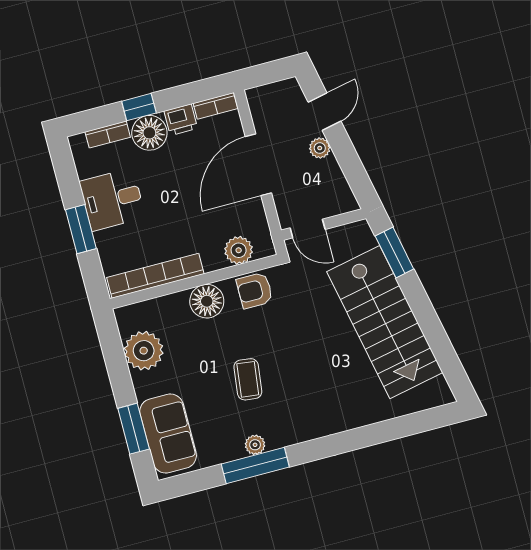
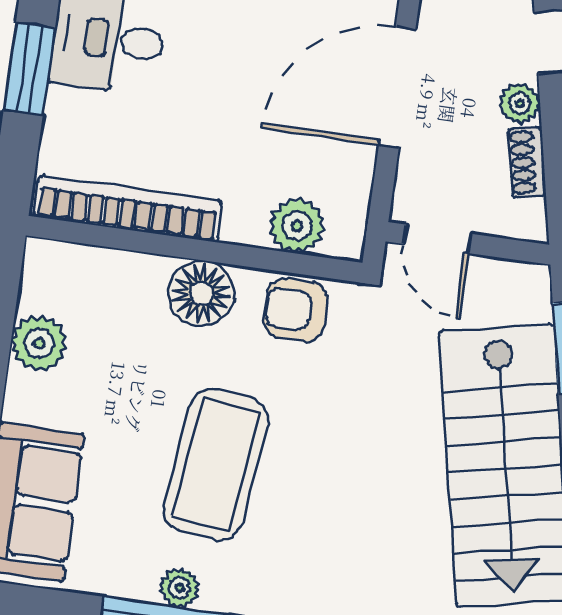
shoe rack: (335, 174) -> (527, 162), added
plant: (144, 351) -> (39, 343), width x0.73, depth x0.73
coffee table: (248, 379) -> (216, 465), width x1.86, depth x1.72

